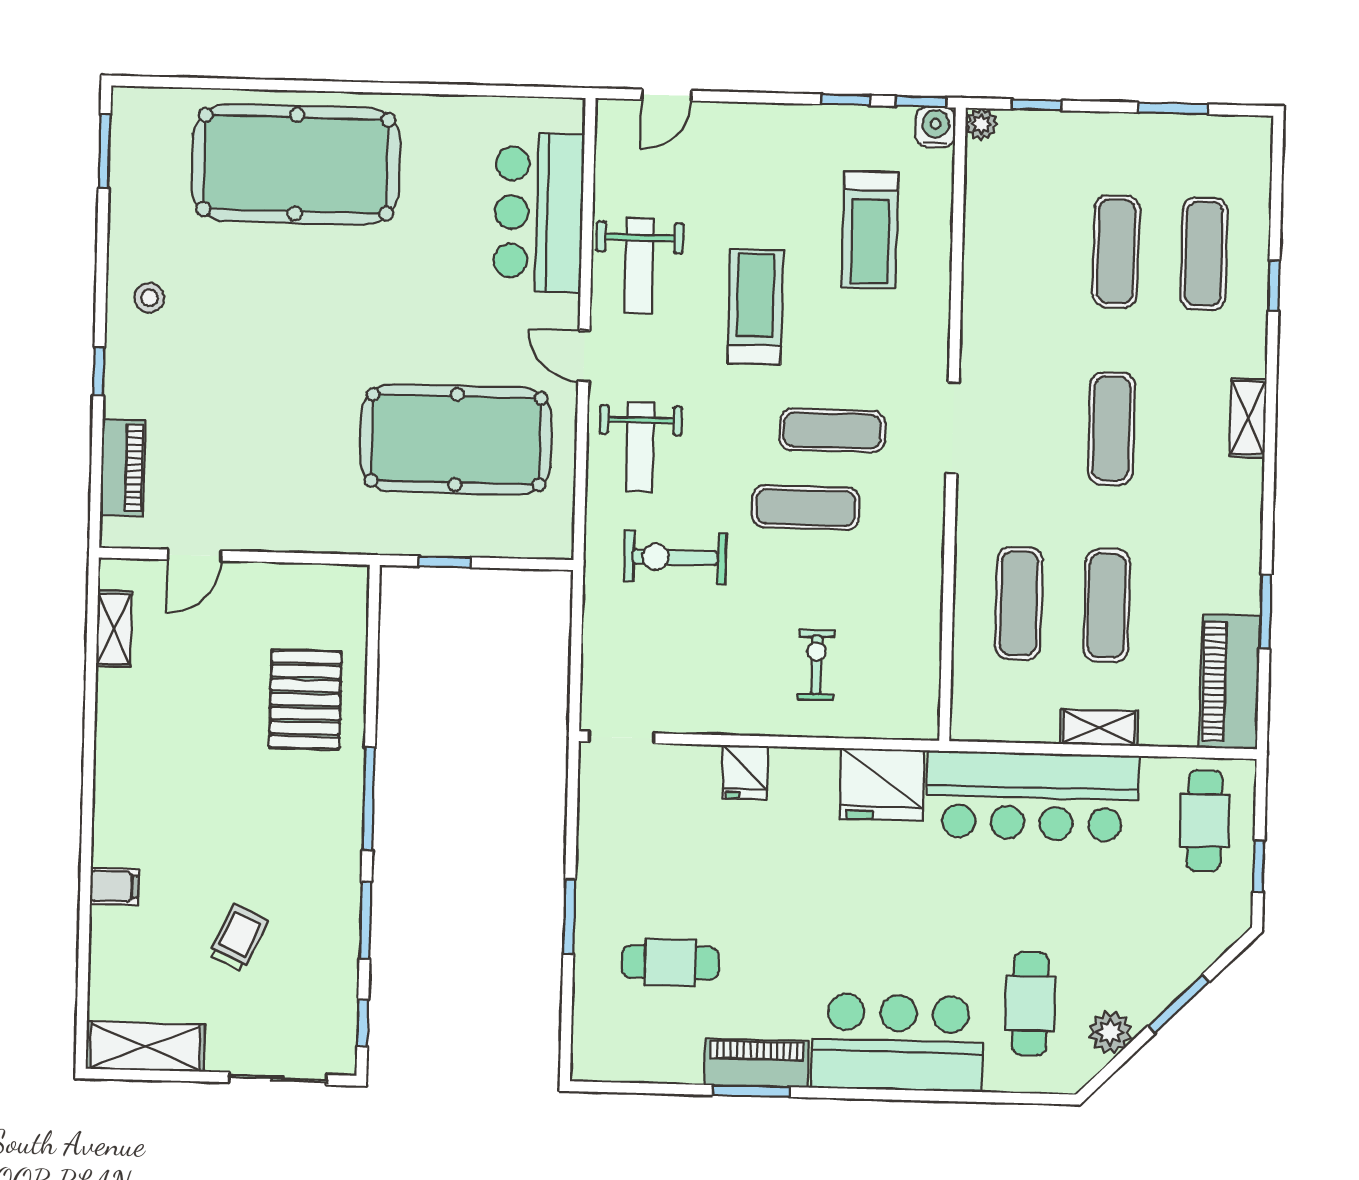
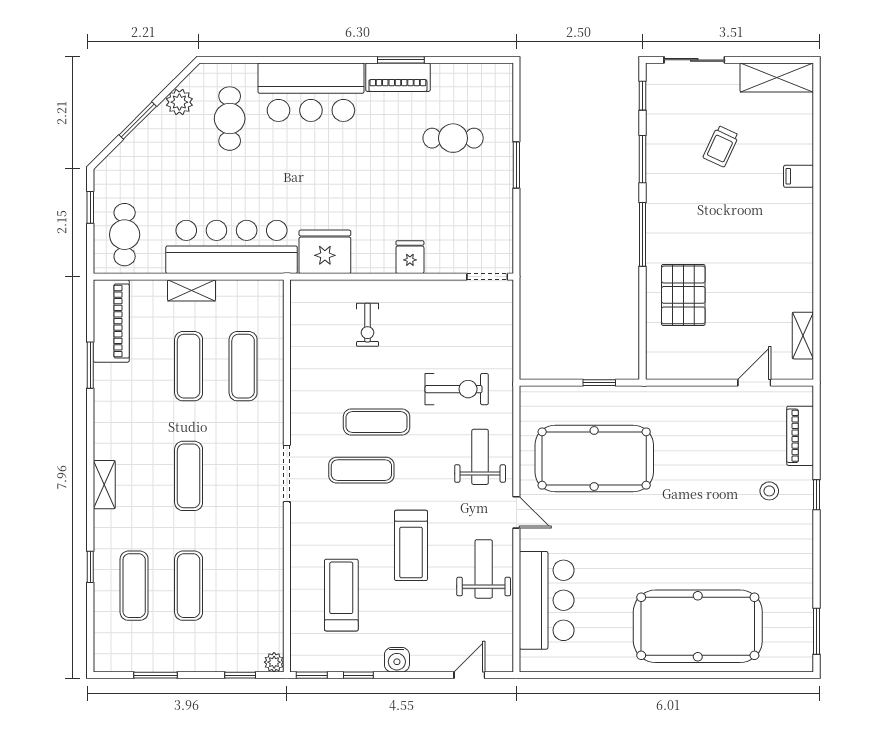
water cooler: (936, 127) -> (397, 660), moved
stool: (149, 298) -> (769, 491), moved

